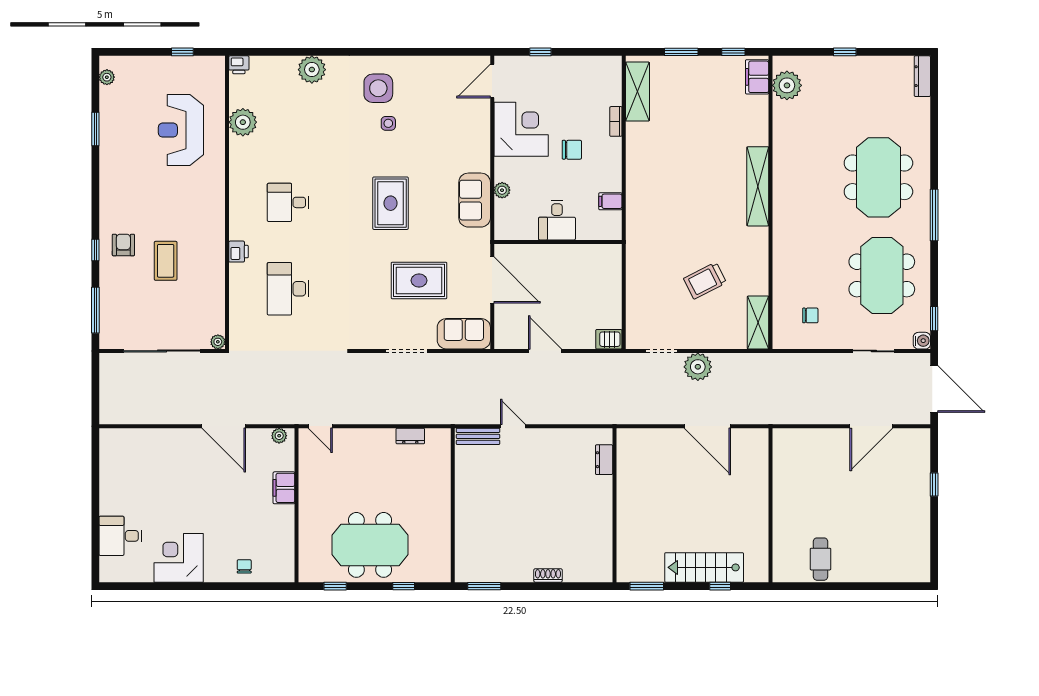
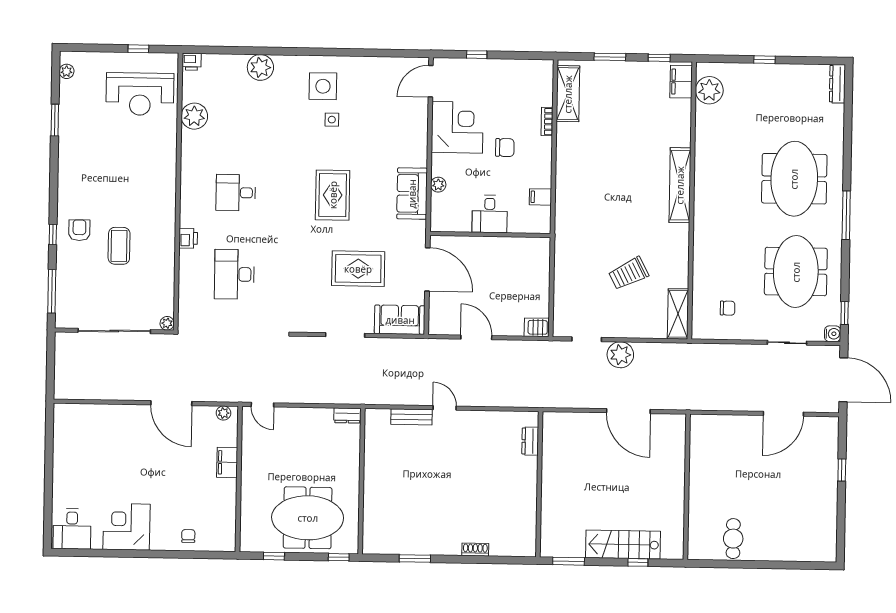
reception desk: (181, 130) -> (140, 94), moved, turned -90
wall: (453, 505) -> (361, 481), moved
desk: (120, 536) -> (72, 529), moved, turned -90

